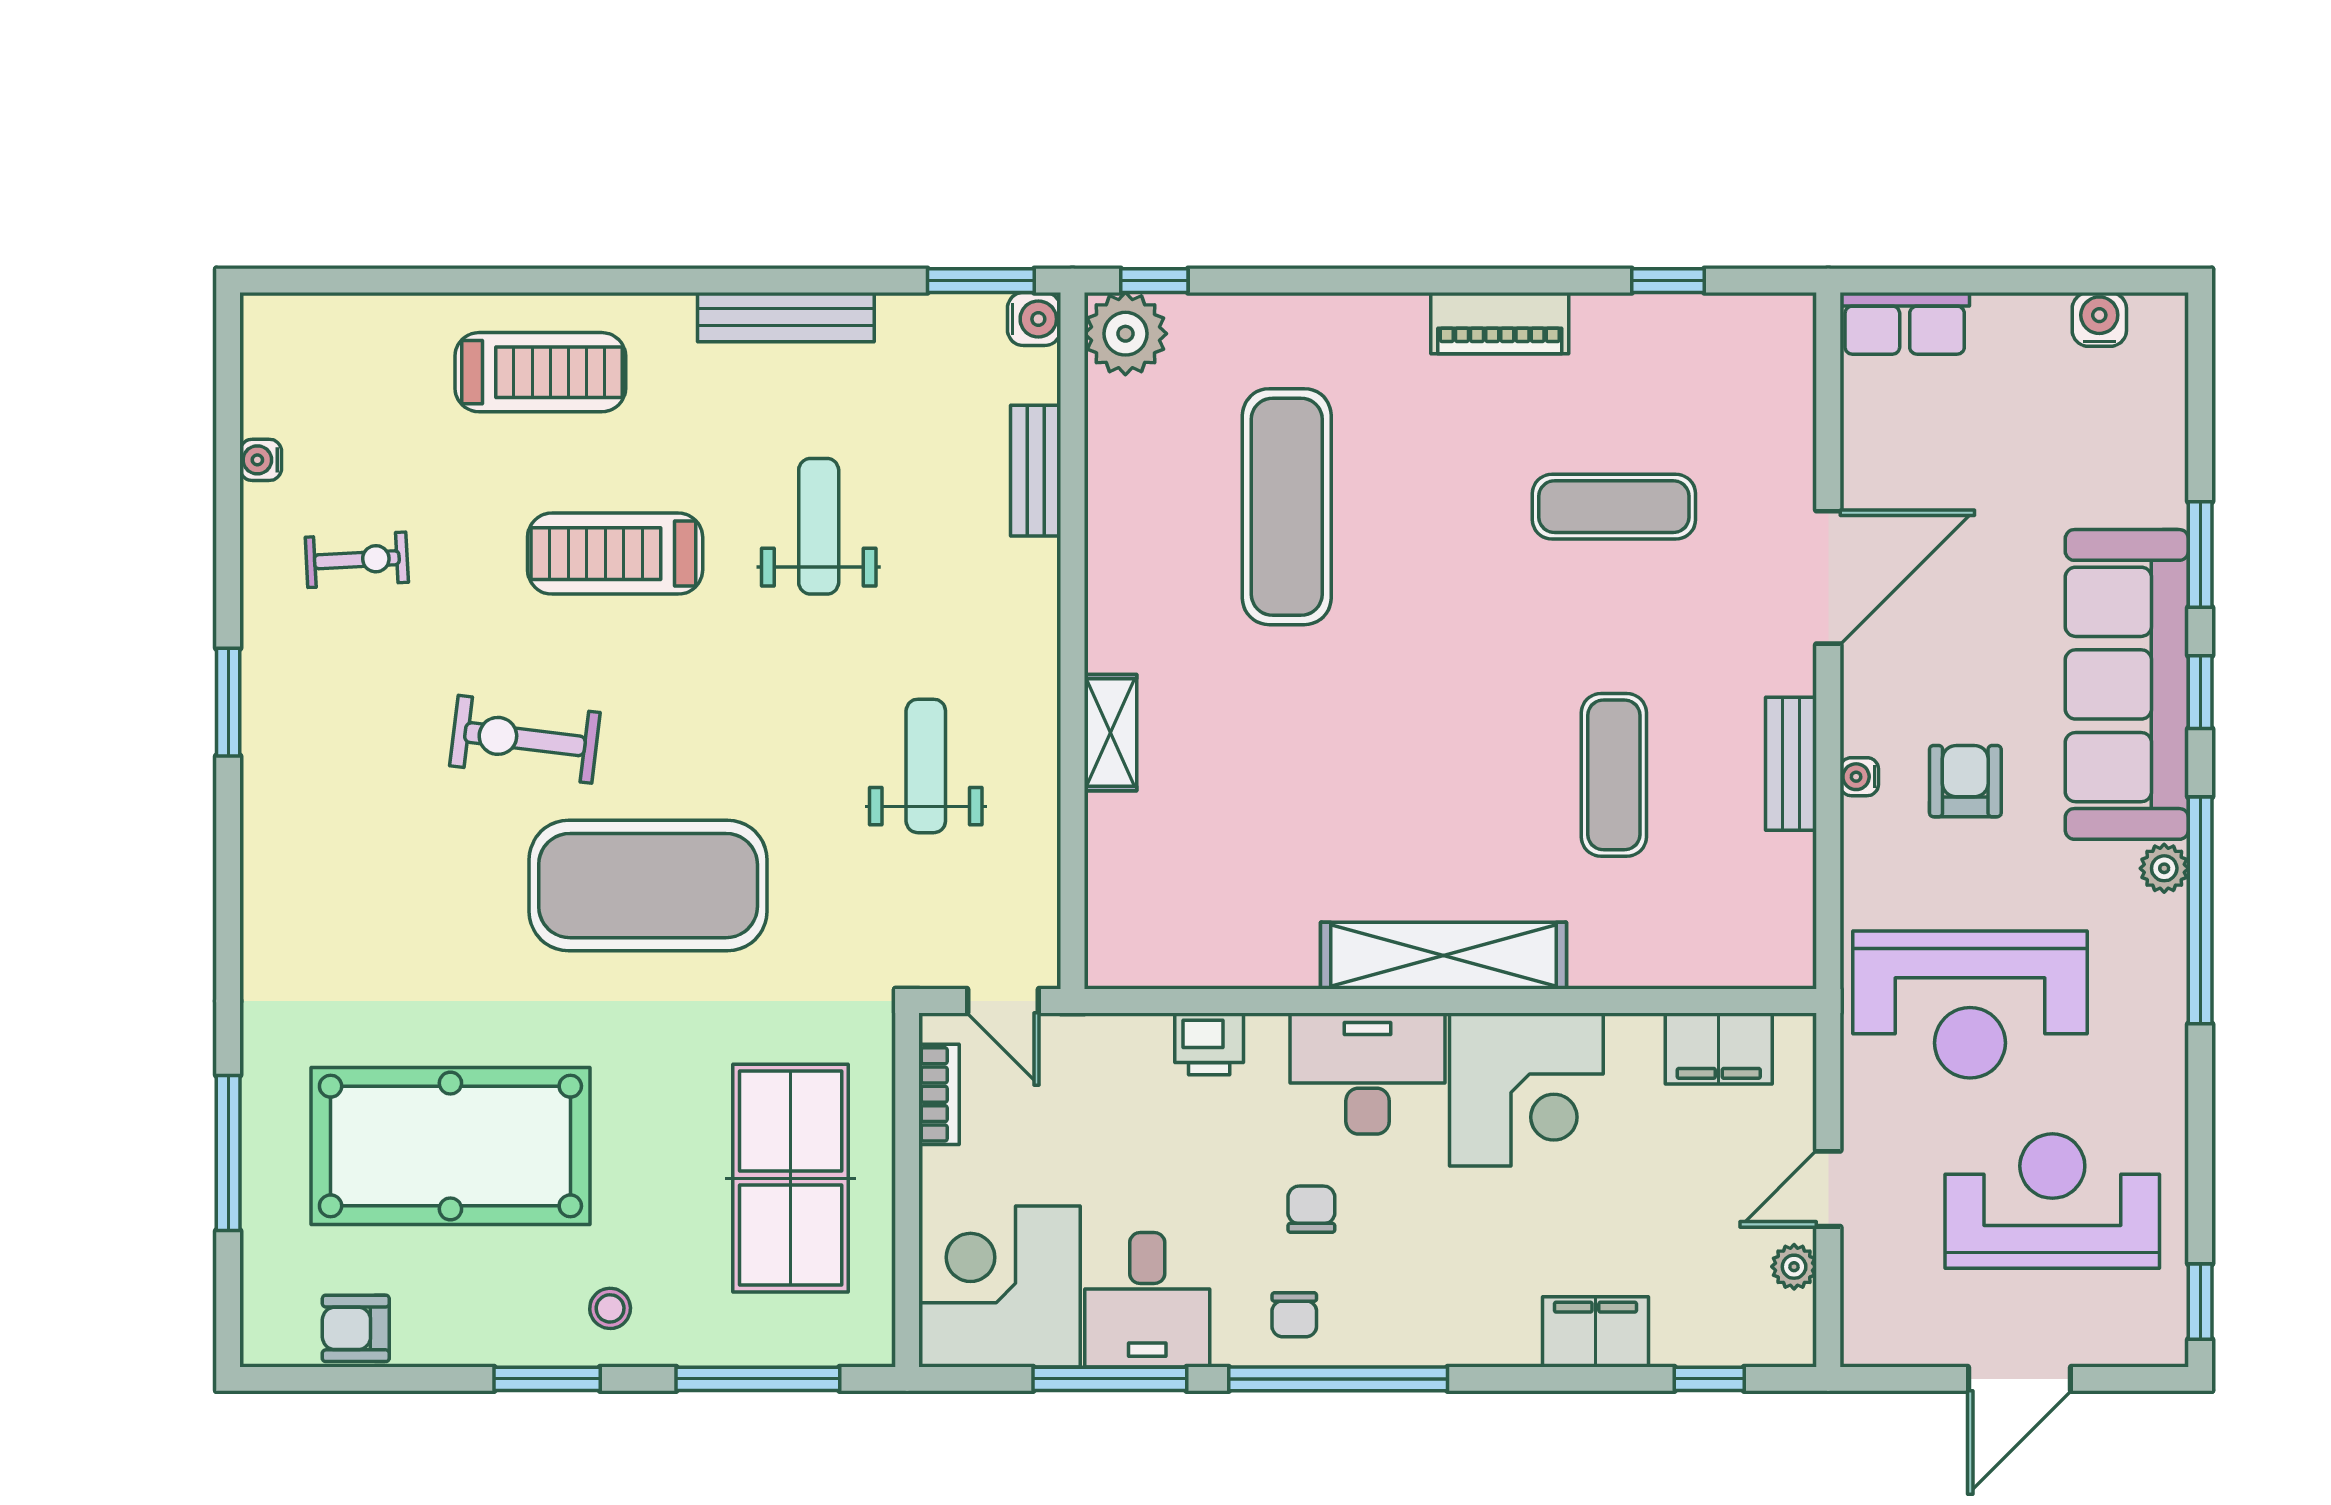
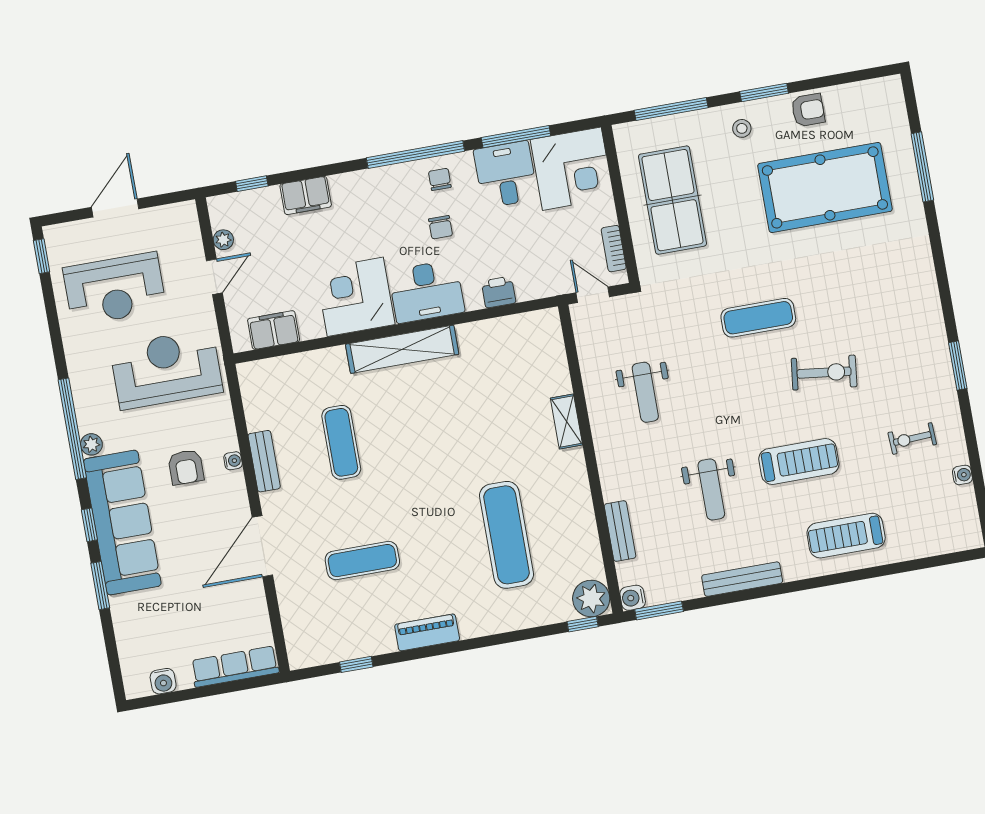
row of seats: (1905, 323) -> (235, 667), width x1.48
exercise mat: (648, 886) -> (758, 318), width x0.50, depth x0.69
armchair: (356, 1328) -> (808, 110), moved

